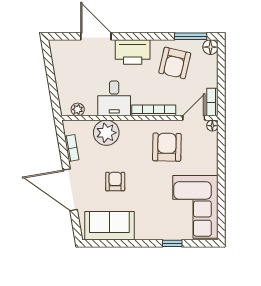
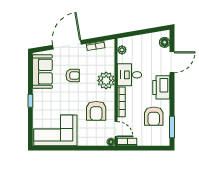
floor lamp: (210, 47) -> (165, 42), moved
armchair: (175, 63) -> (154, 116), turned -103
plant: (106, 133) -> (106, 80), moved
armchair: (167, 147) -> (96, 111), turned 89
window: (172, 243) -> (30, 101), moved

